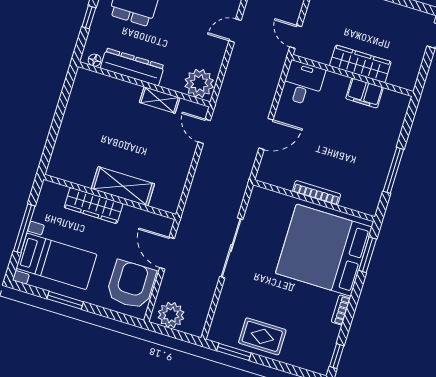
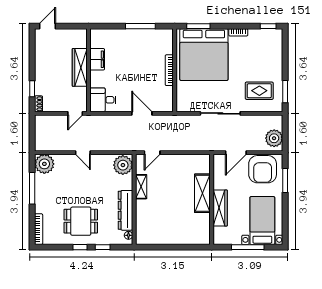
armchair: (131, 285) -> (263, 169), turned -90
window: (65, 300) -> (285, 181), moved
rug: (262, 336) -> (259, 91), moved, turned 90

